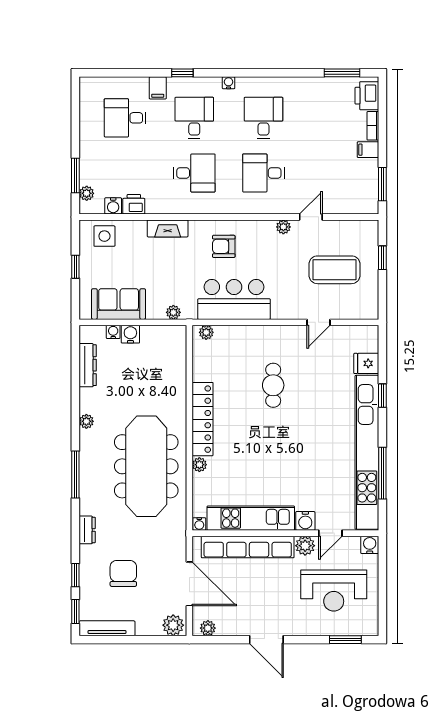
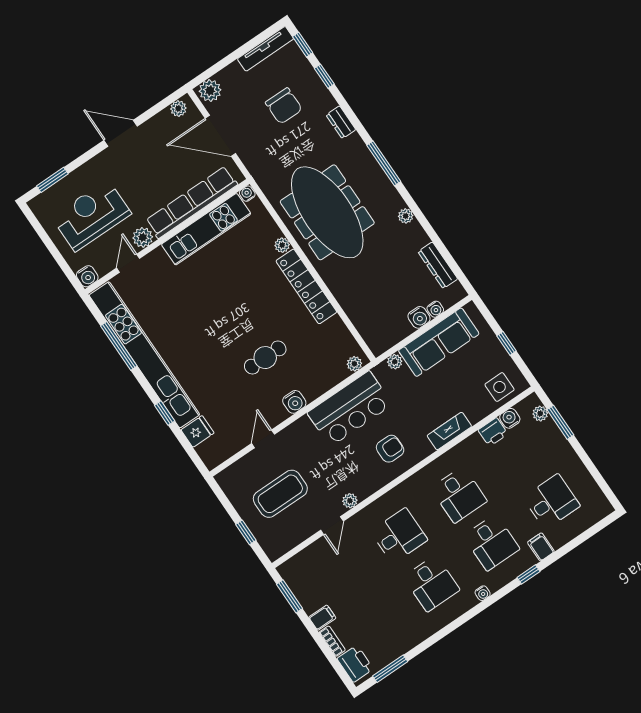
desk: (194, 173) -> (459, 495), turned -90
sofa: (119, 304) -> (439, 342), width x1.36
cafe table: (273, 385) -> (265, 358), turned 90
water cooler: (305, 521) -> (294, 402), moved, turned 180

